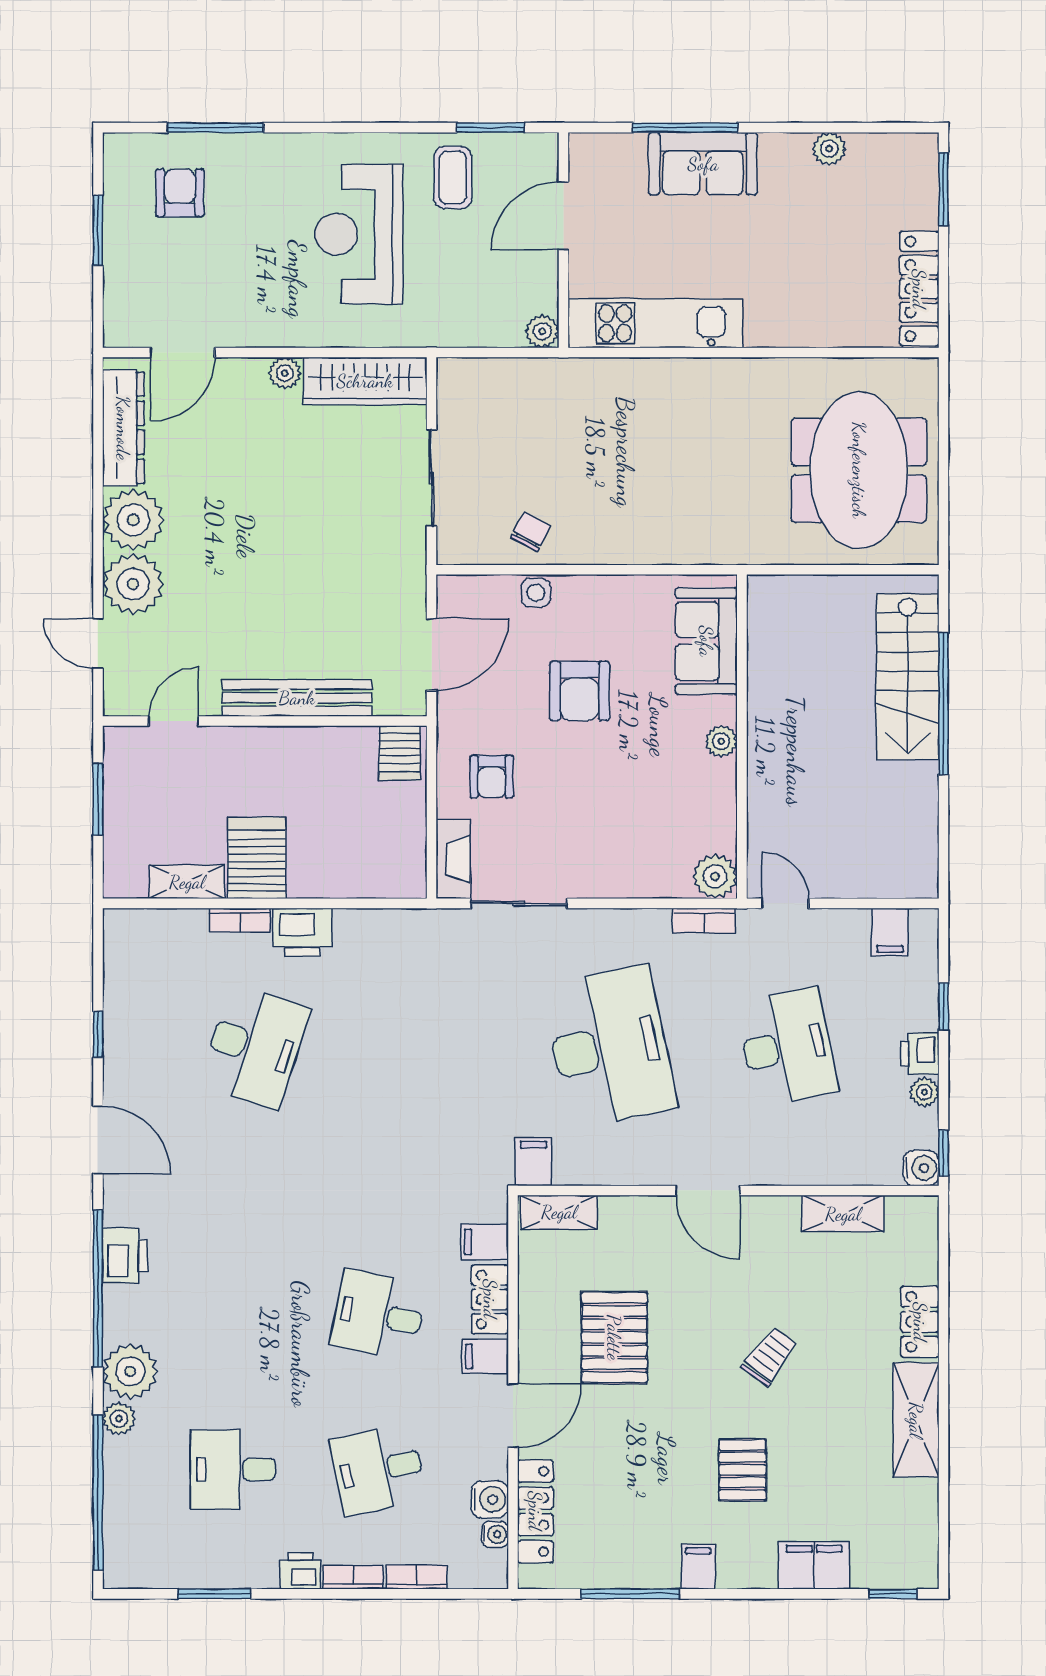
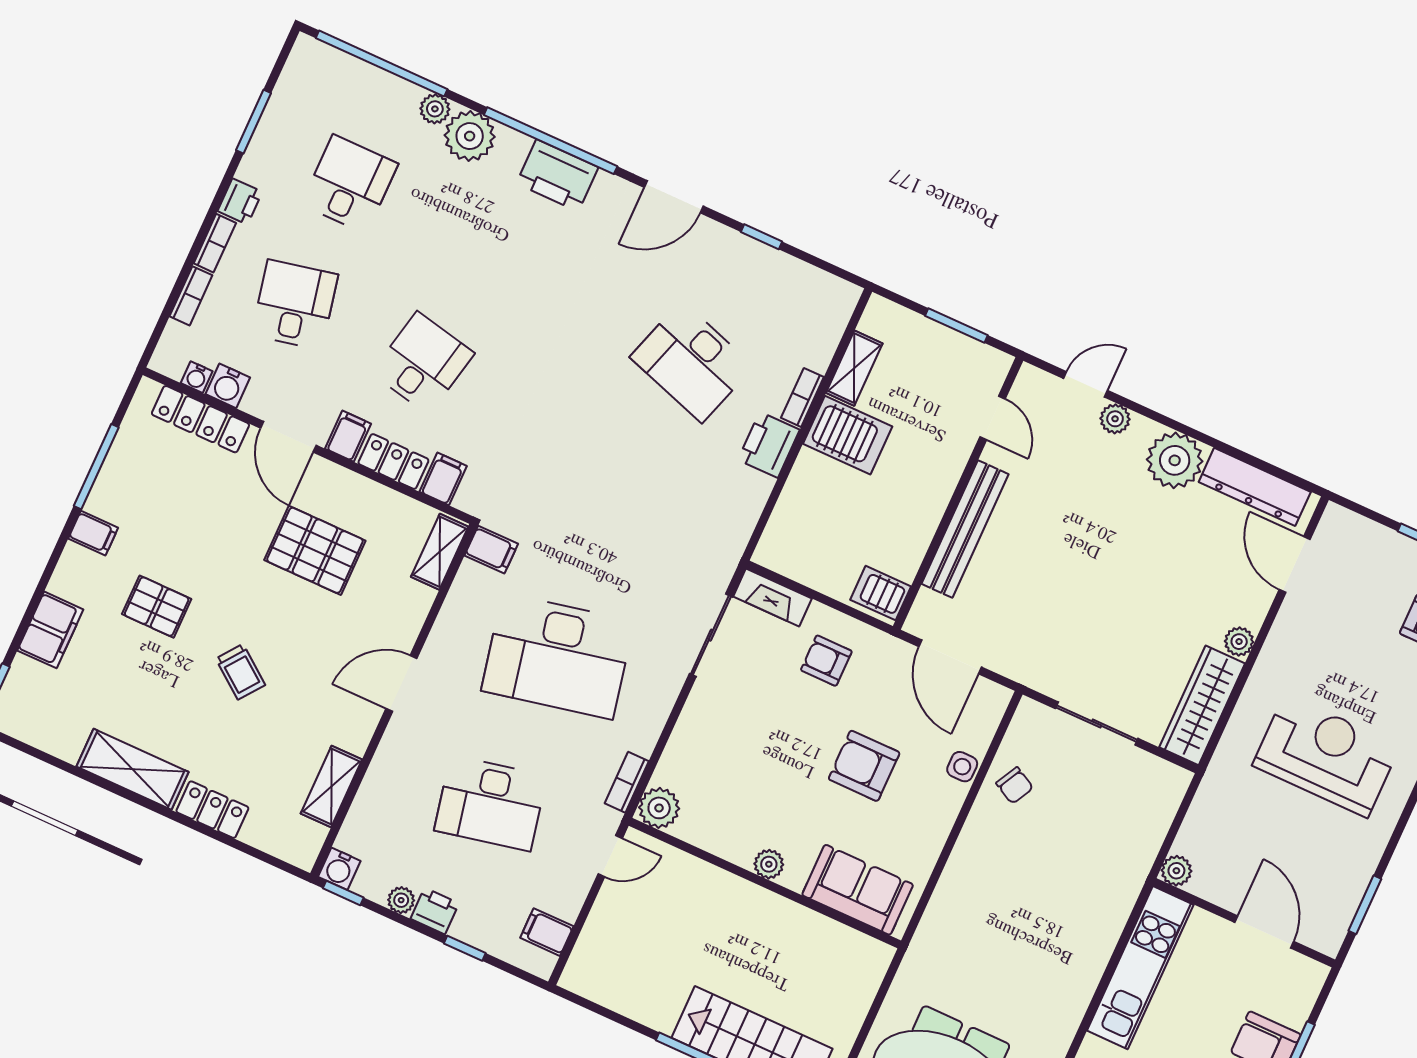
coffee table: (453, 178) -> (1338, 855), removed
plant: (133, 584) -> (1115, 419), width x0.53, depth x0.53
printer: (125, 1256) -> (557, 175), width x1.37, depth x1.19

